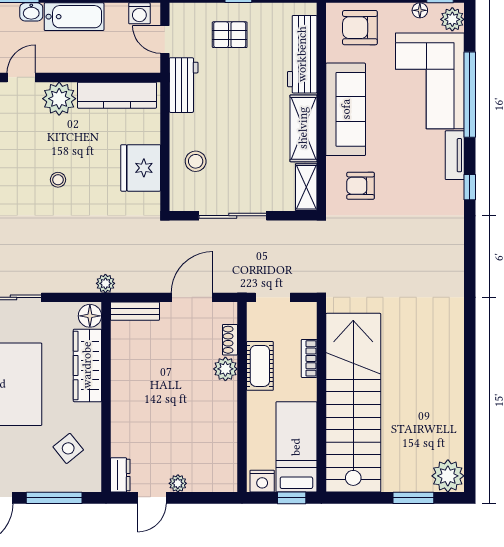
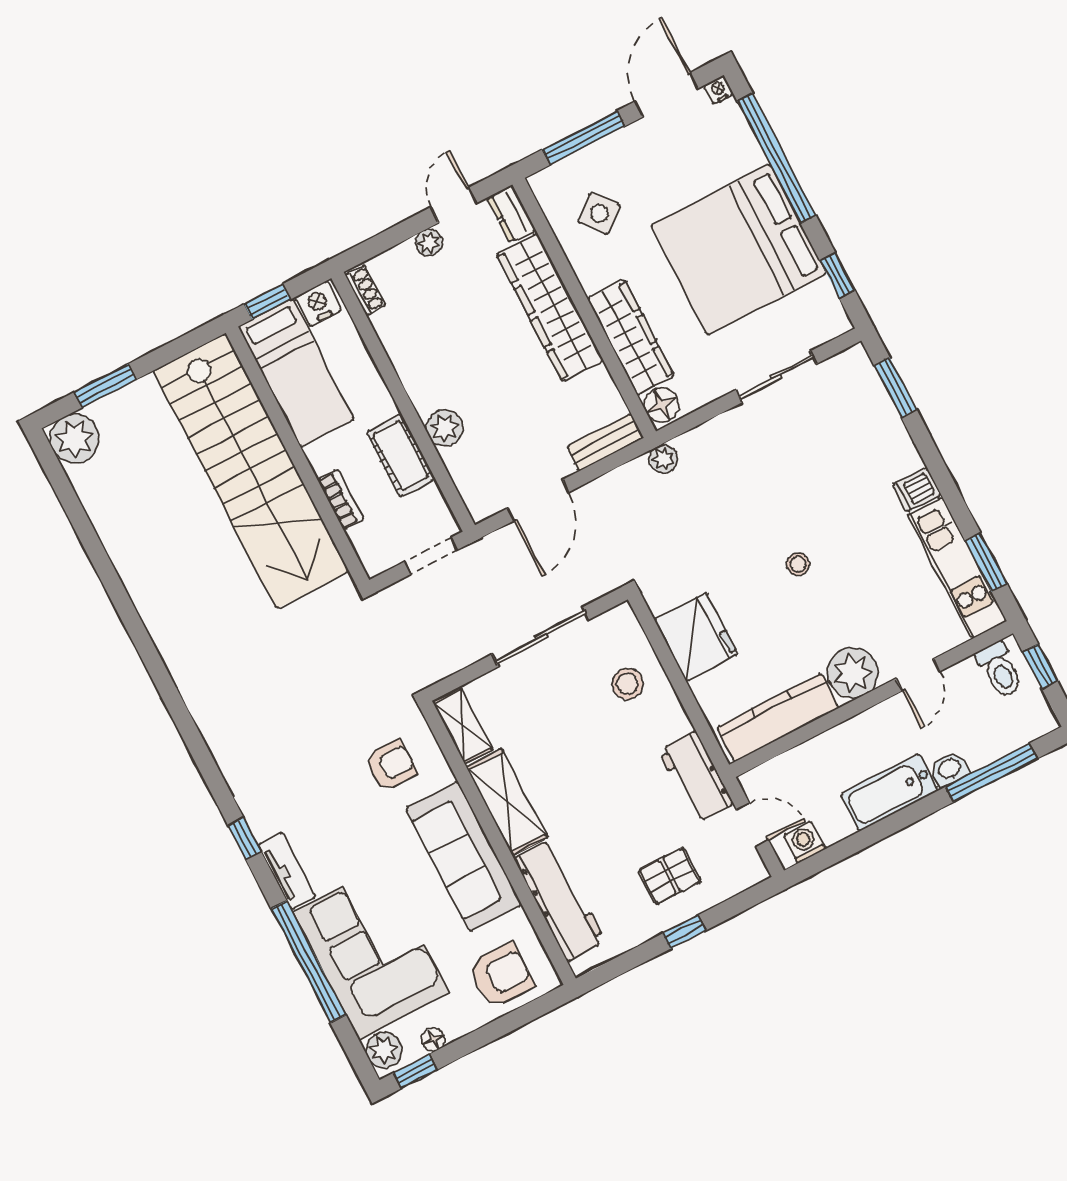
shoe rack: (230, 340) -> (366, 290), moved
wardrobe: (126, 408) -> (550, 307), added

